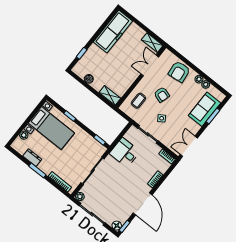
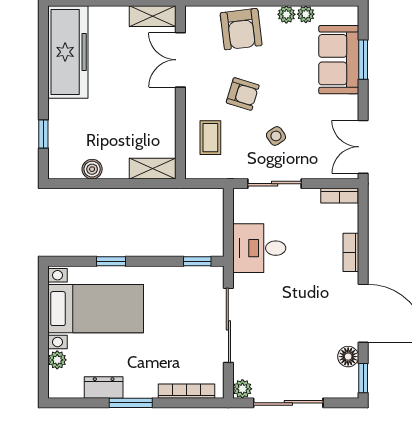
floor lamp: (117, 226) -> (348, 357), moved

